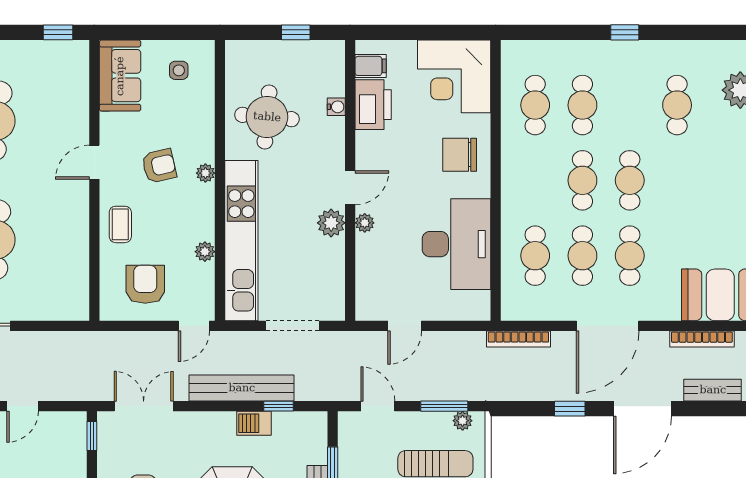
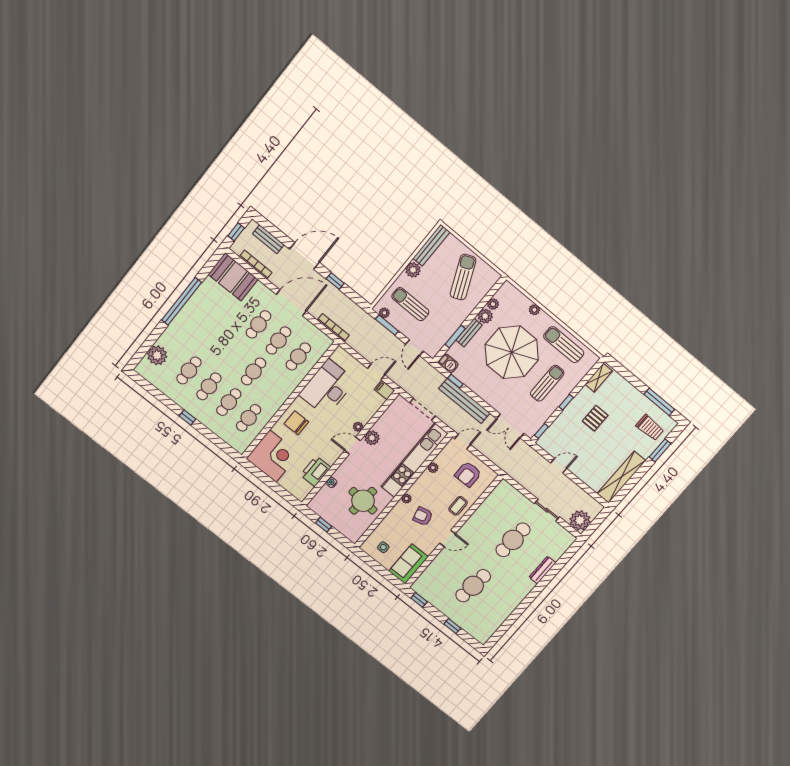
filing cabinet: (371, 66) -> (384, 390), moved
chair: (460, 155) -> (296, 423), turned 180
cafe table: (630, 180) -> (209, 386), moved
barbecue: (254, 423) -> (448, 363), moved

